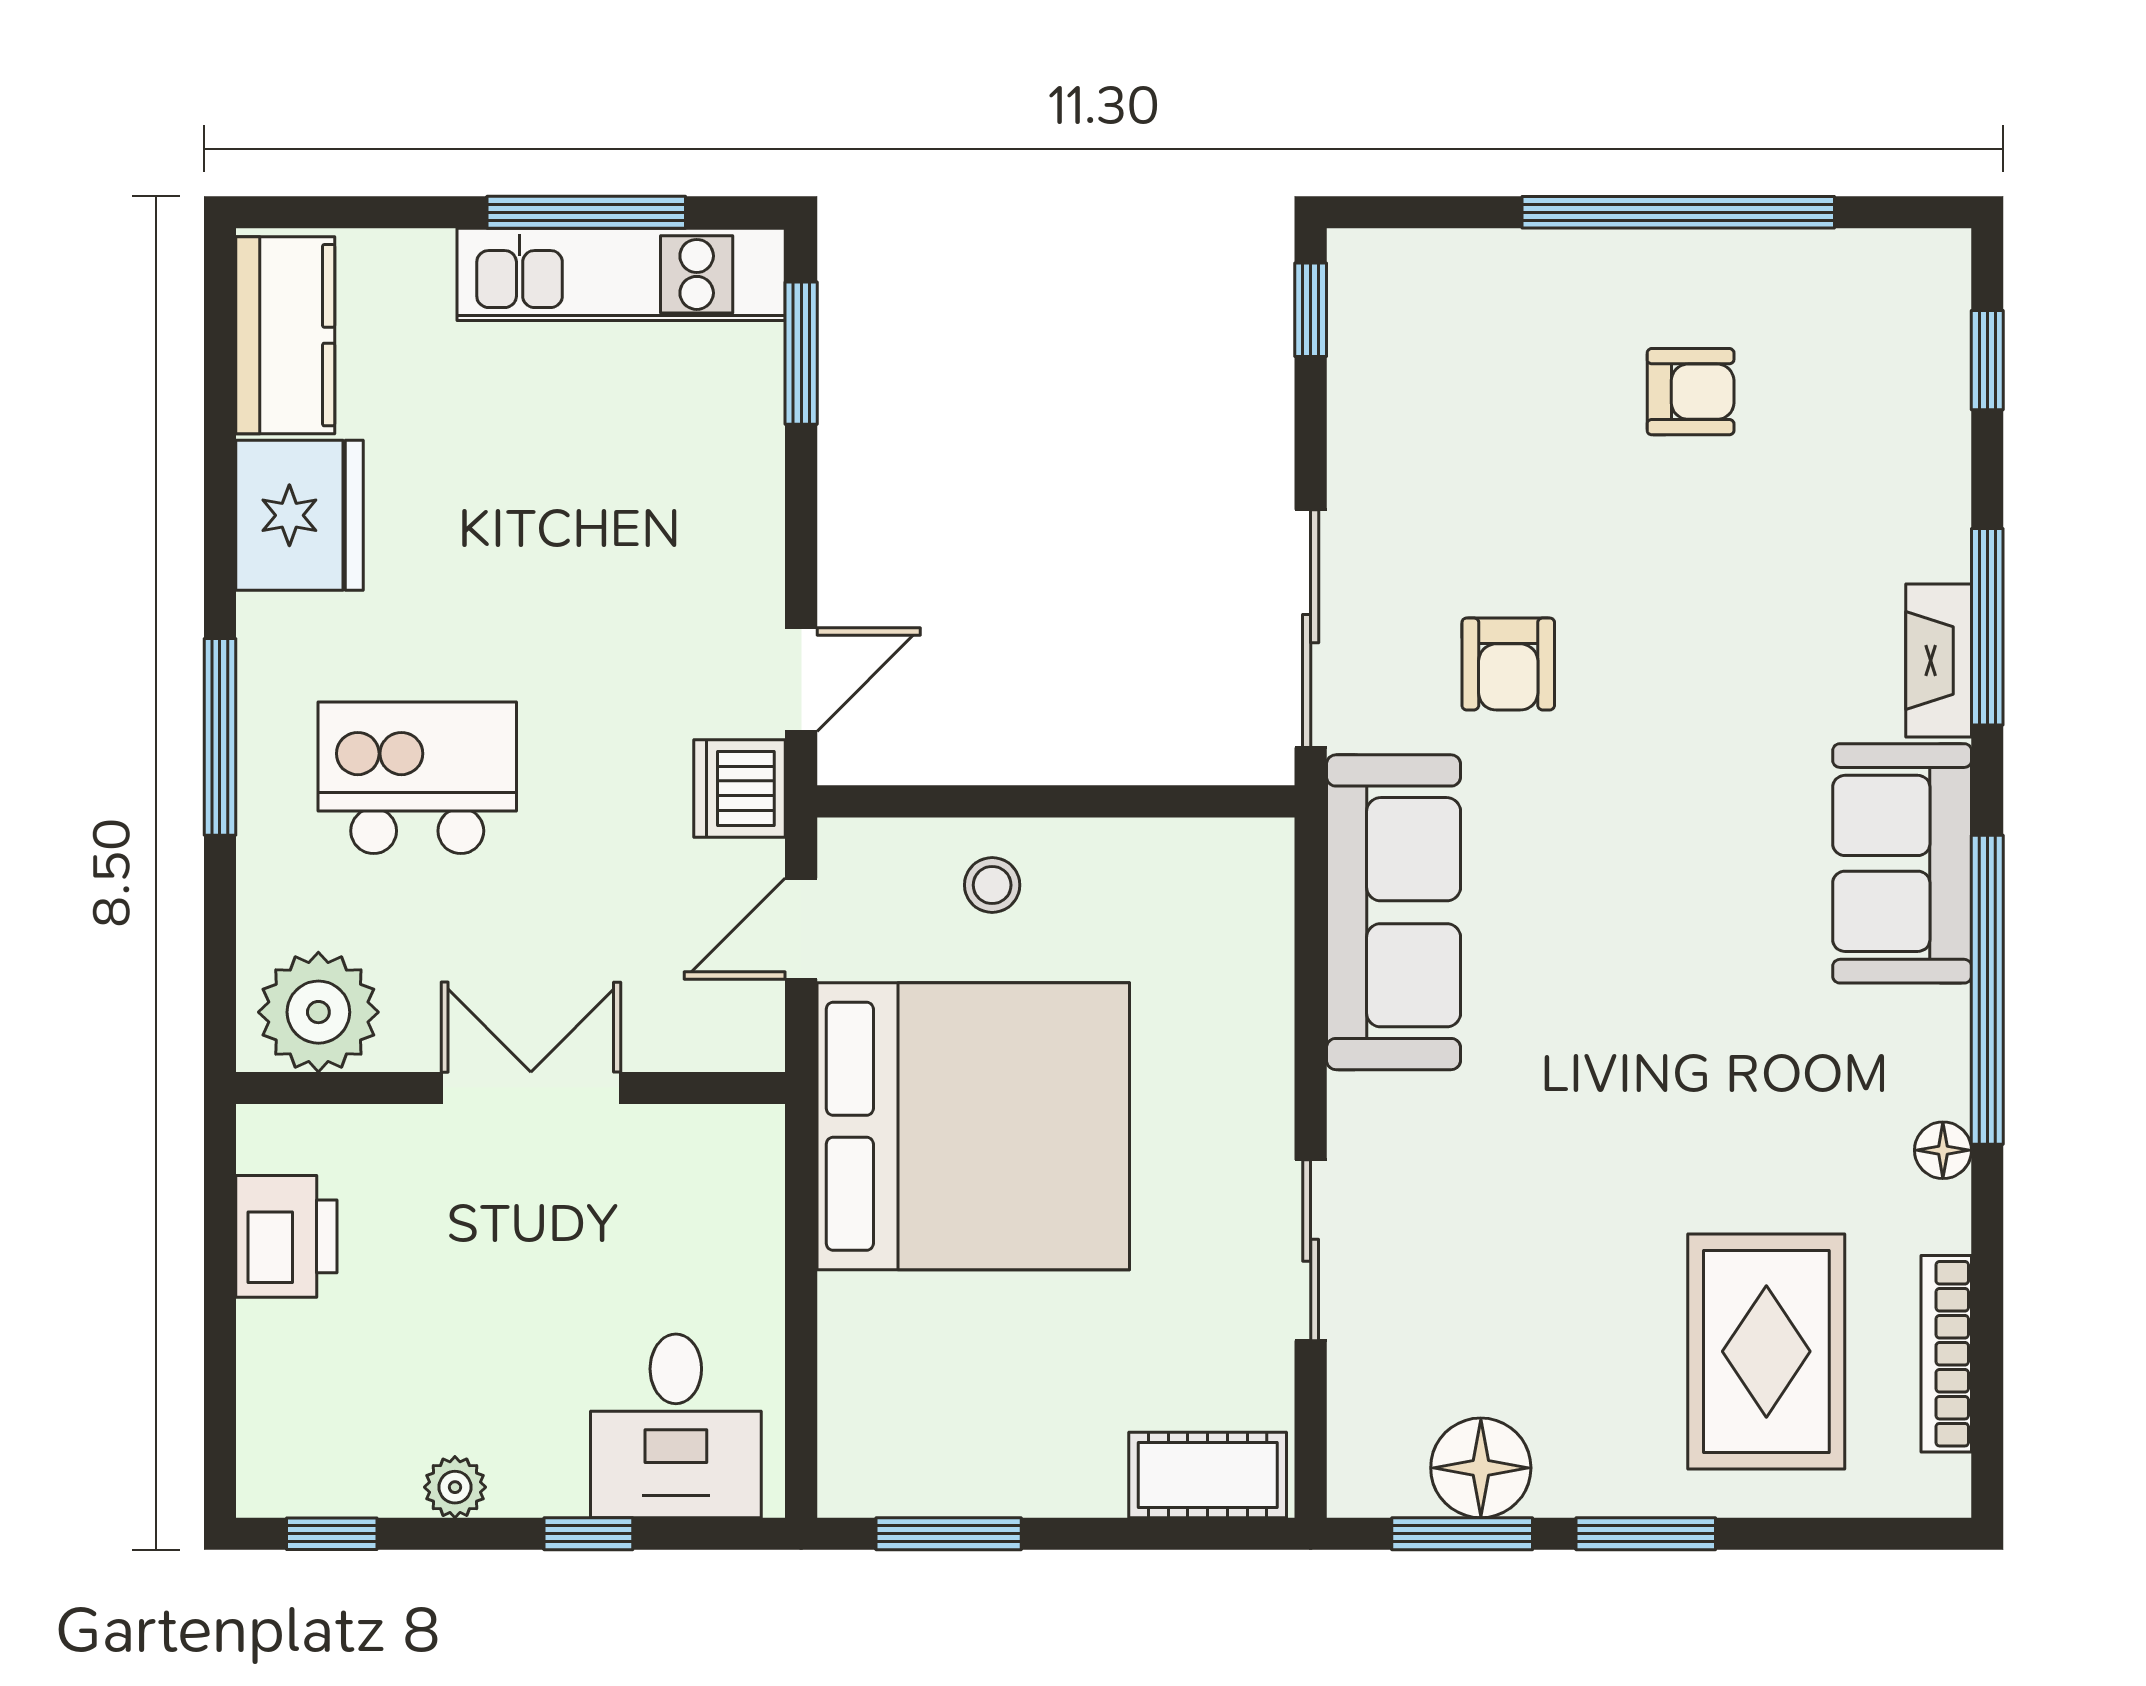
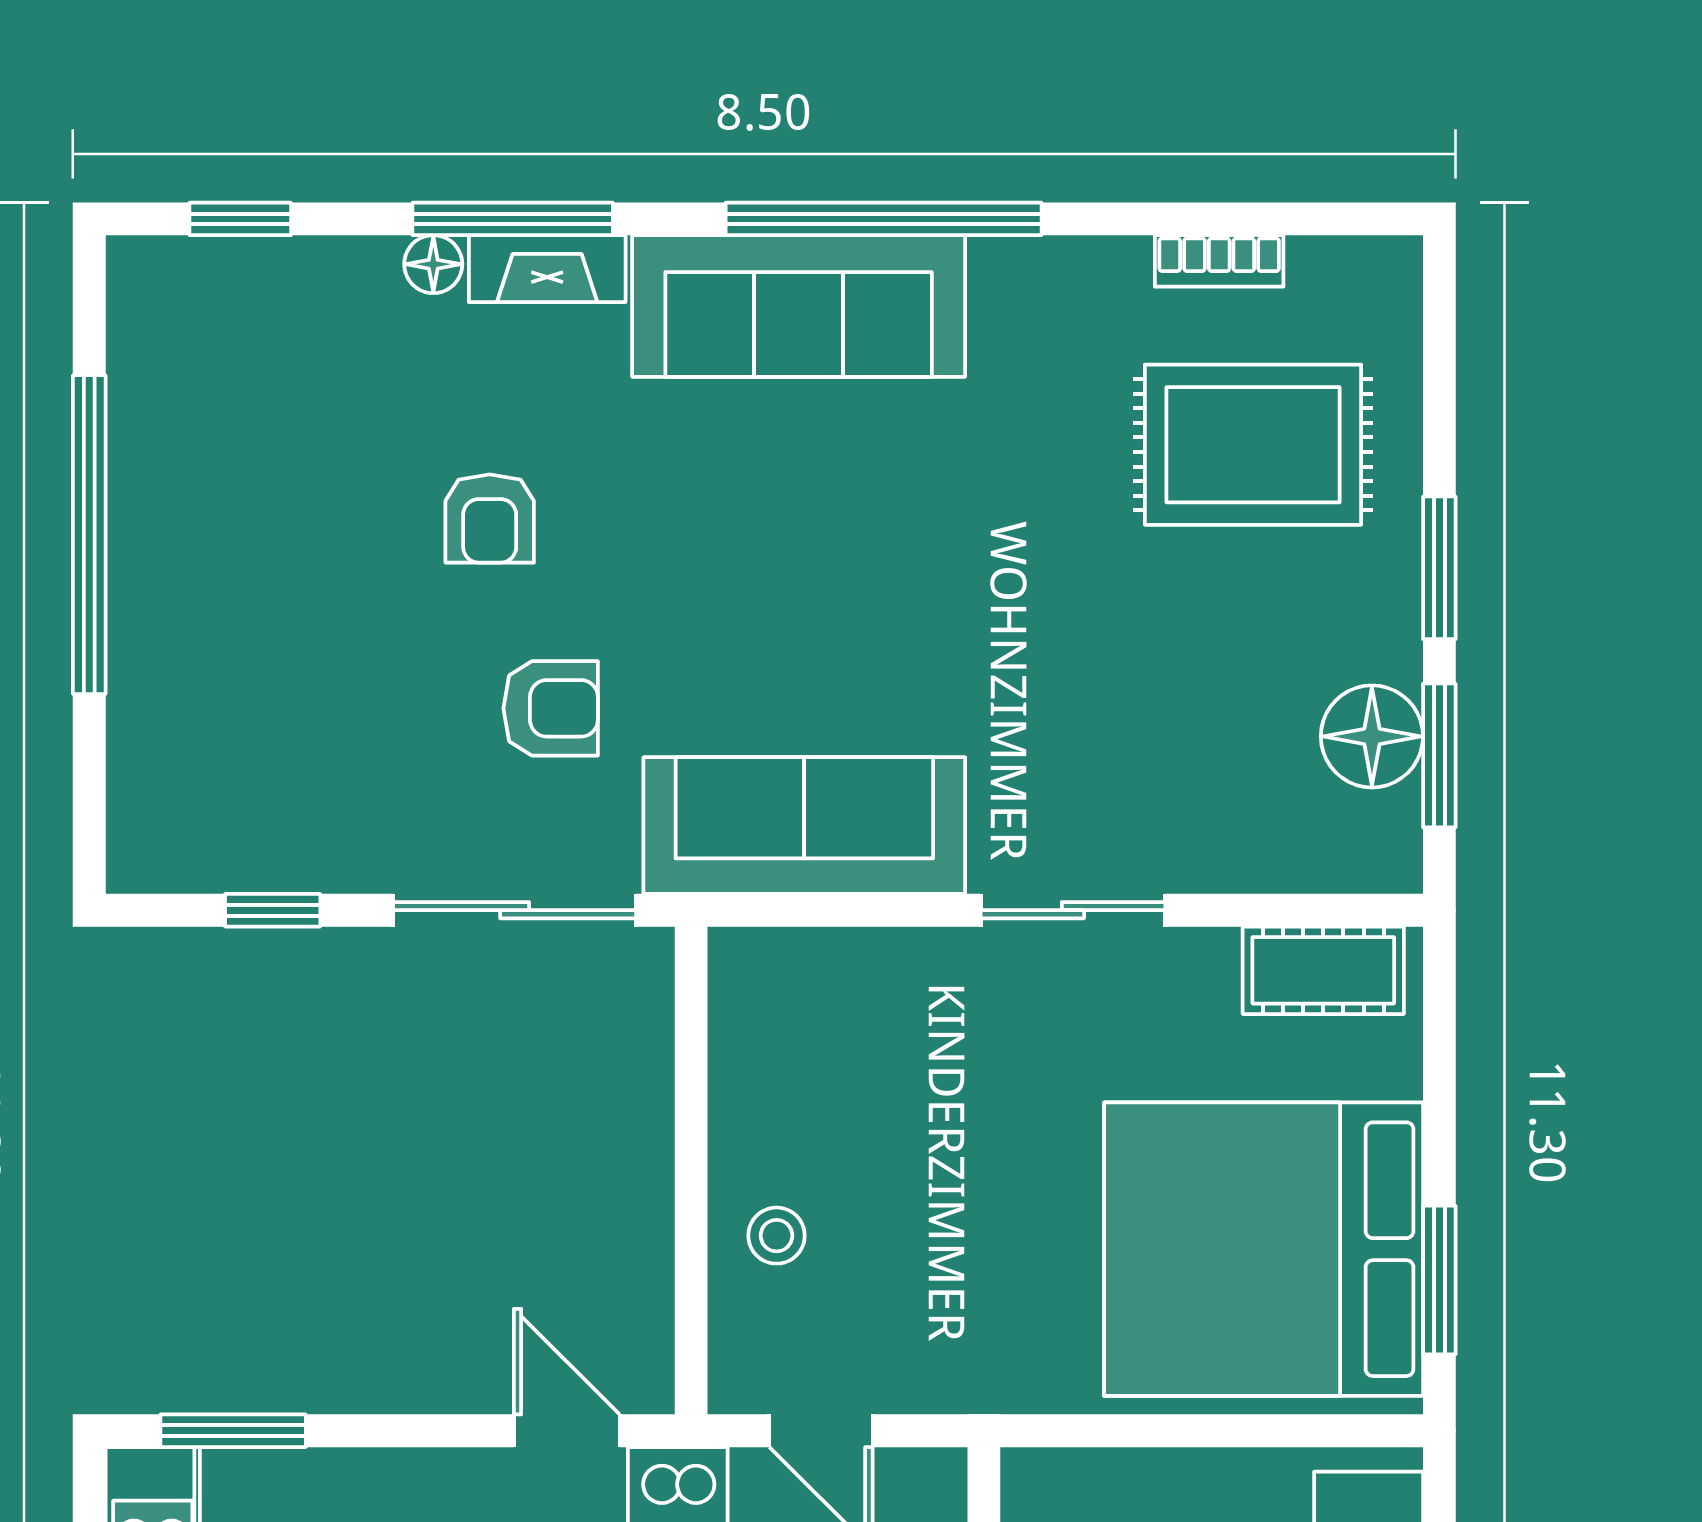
window: (1311, 310) -> (273, 910), moved
armchair: (1691, 392) -> (490, 518), moved, turned 180
sofa: (1902, 863) -> (799, 306), width x1.36
bed: (973, 1126) -> (1264, 1249), moved, turned -90
floor lamp: (1943, 1150) -> (433, 264), moved
sliding door: (1311, 1250) -> (1073, 910), moved
bookcase: (1946, 1354) -> (1219, 261), width x0.64
cot: (1208, 1475) -> (1323, 970), moved, turned 90

